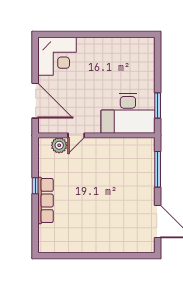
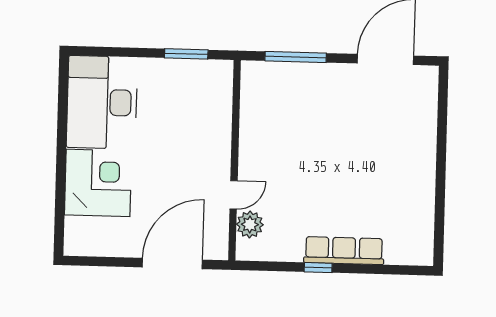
corner desk: (57, 56) -> (98, 183), moved
desk: (128, 113) -> (102, 102), moved, turned 180
door: (76, 135) -> (234, 195), hinge flipped

